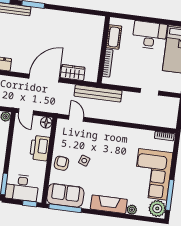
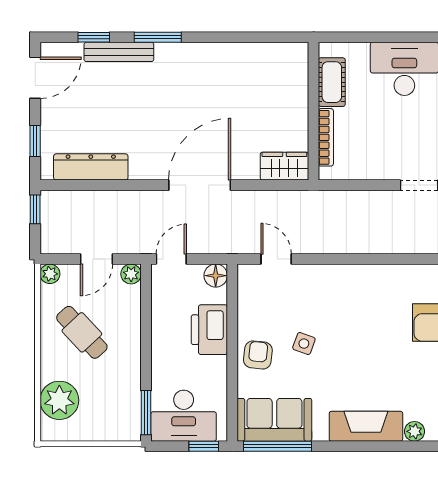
wardrobe: (73, 73) -> (284, 166), moved
bench: (98, 93) -> (314, 202), removed
door: (26, 112) -> (171, 259), swing flipped

